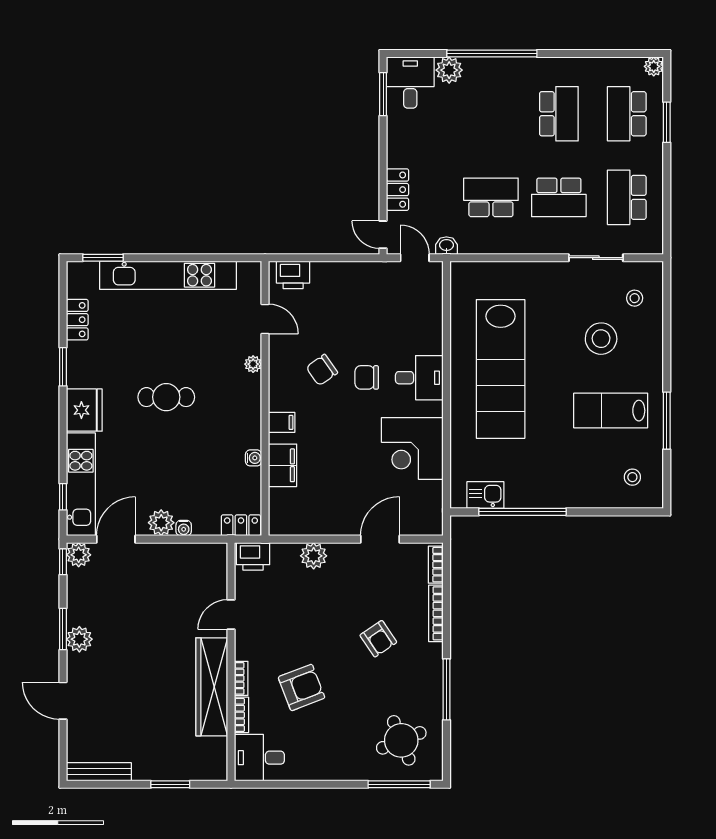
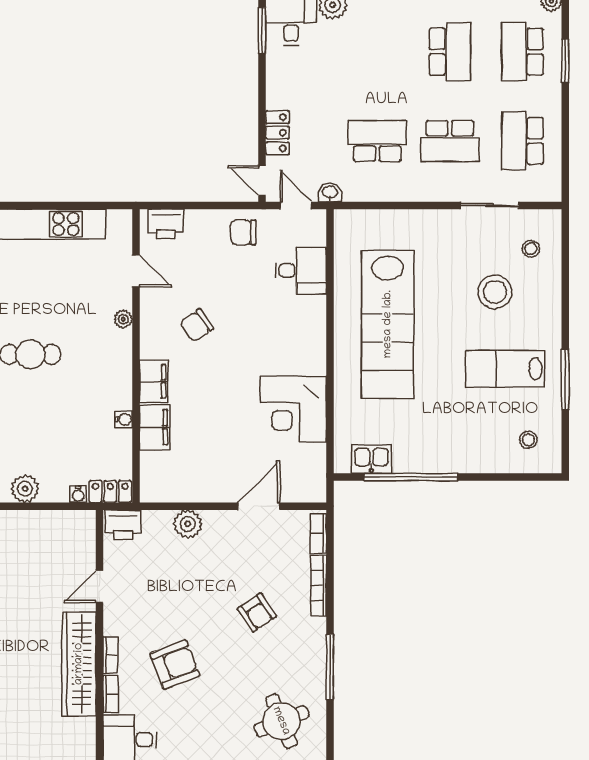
chair: (367, 377) -> (243, 232), moved
desk: (419, 378) -> (301, 271), moved
filing cabinet: (282, 422) -> (154, 381), width x2.00
water cooler: (184, 528) -> (78, 494), moved

